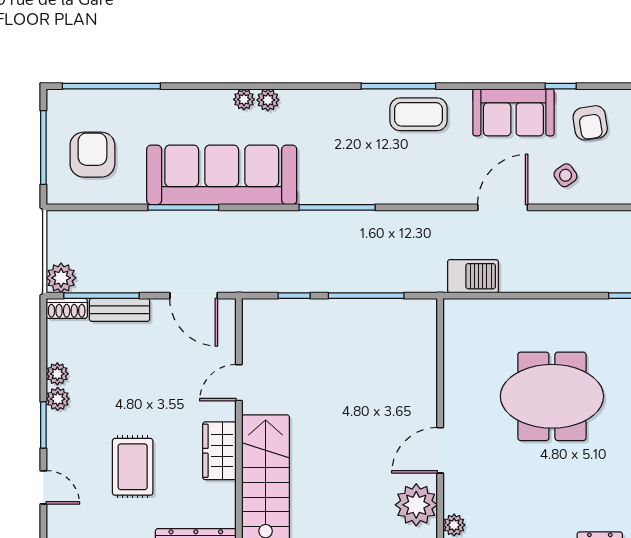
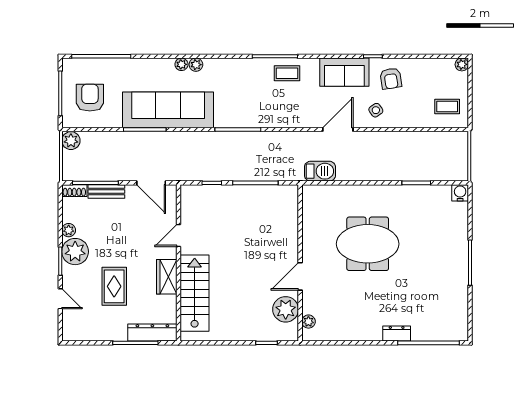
coffee table: (419, 114) -> (287, 73), width x0.73, depth x0.77
plant: (61, 278) -> (71, 141), moved
plant: (58, 399) -> (75, 252), width x1.87, depth x1.87

